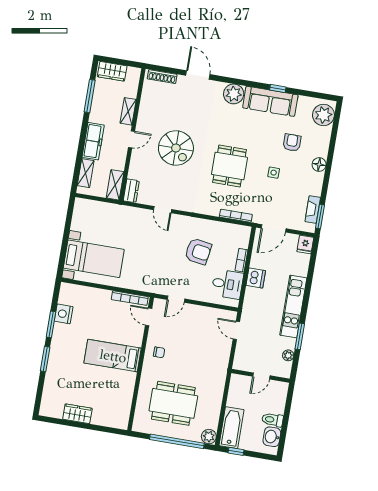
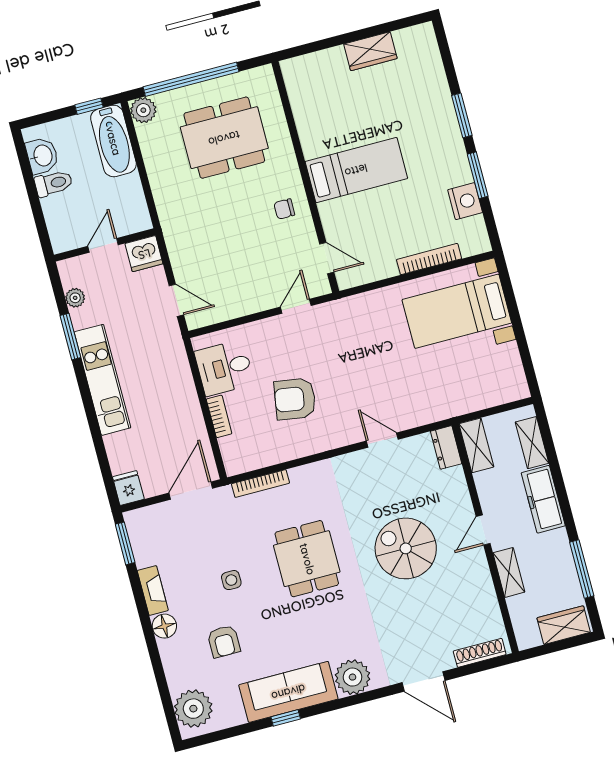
fireplace: (313, 209) -> (153, 591), moved
dishwasher: (256, 278) -> (144, 254), moved, turned -90
bookcase: (130, 298) -> (429, 259), moved

